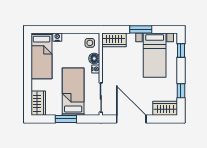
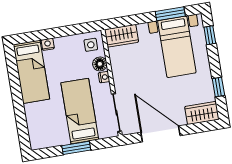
window: (141, 29) -> (170, 14), moved
wardrobe: (38, 103) -> (37, 133), removed

